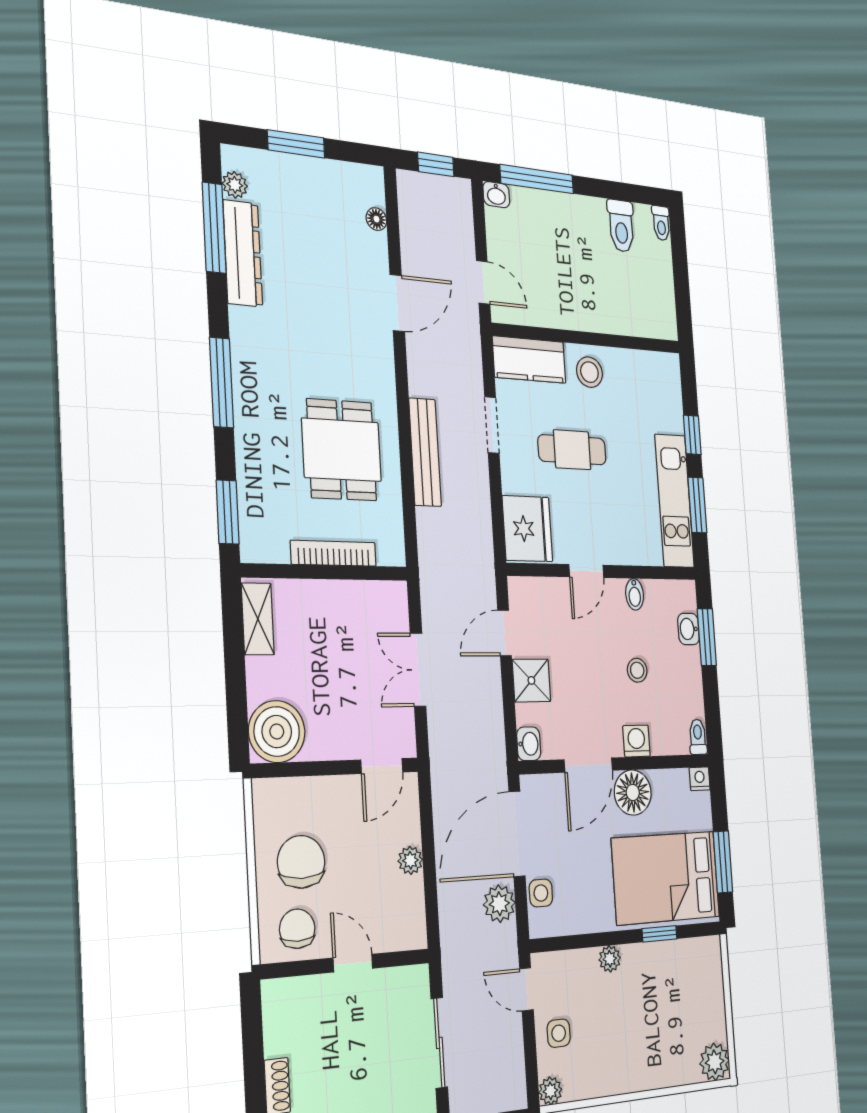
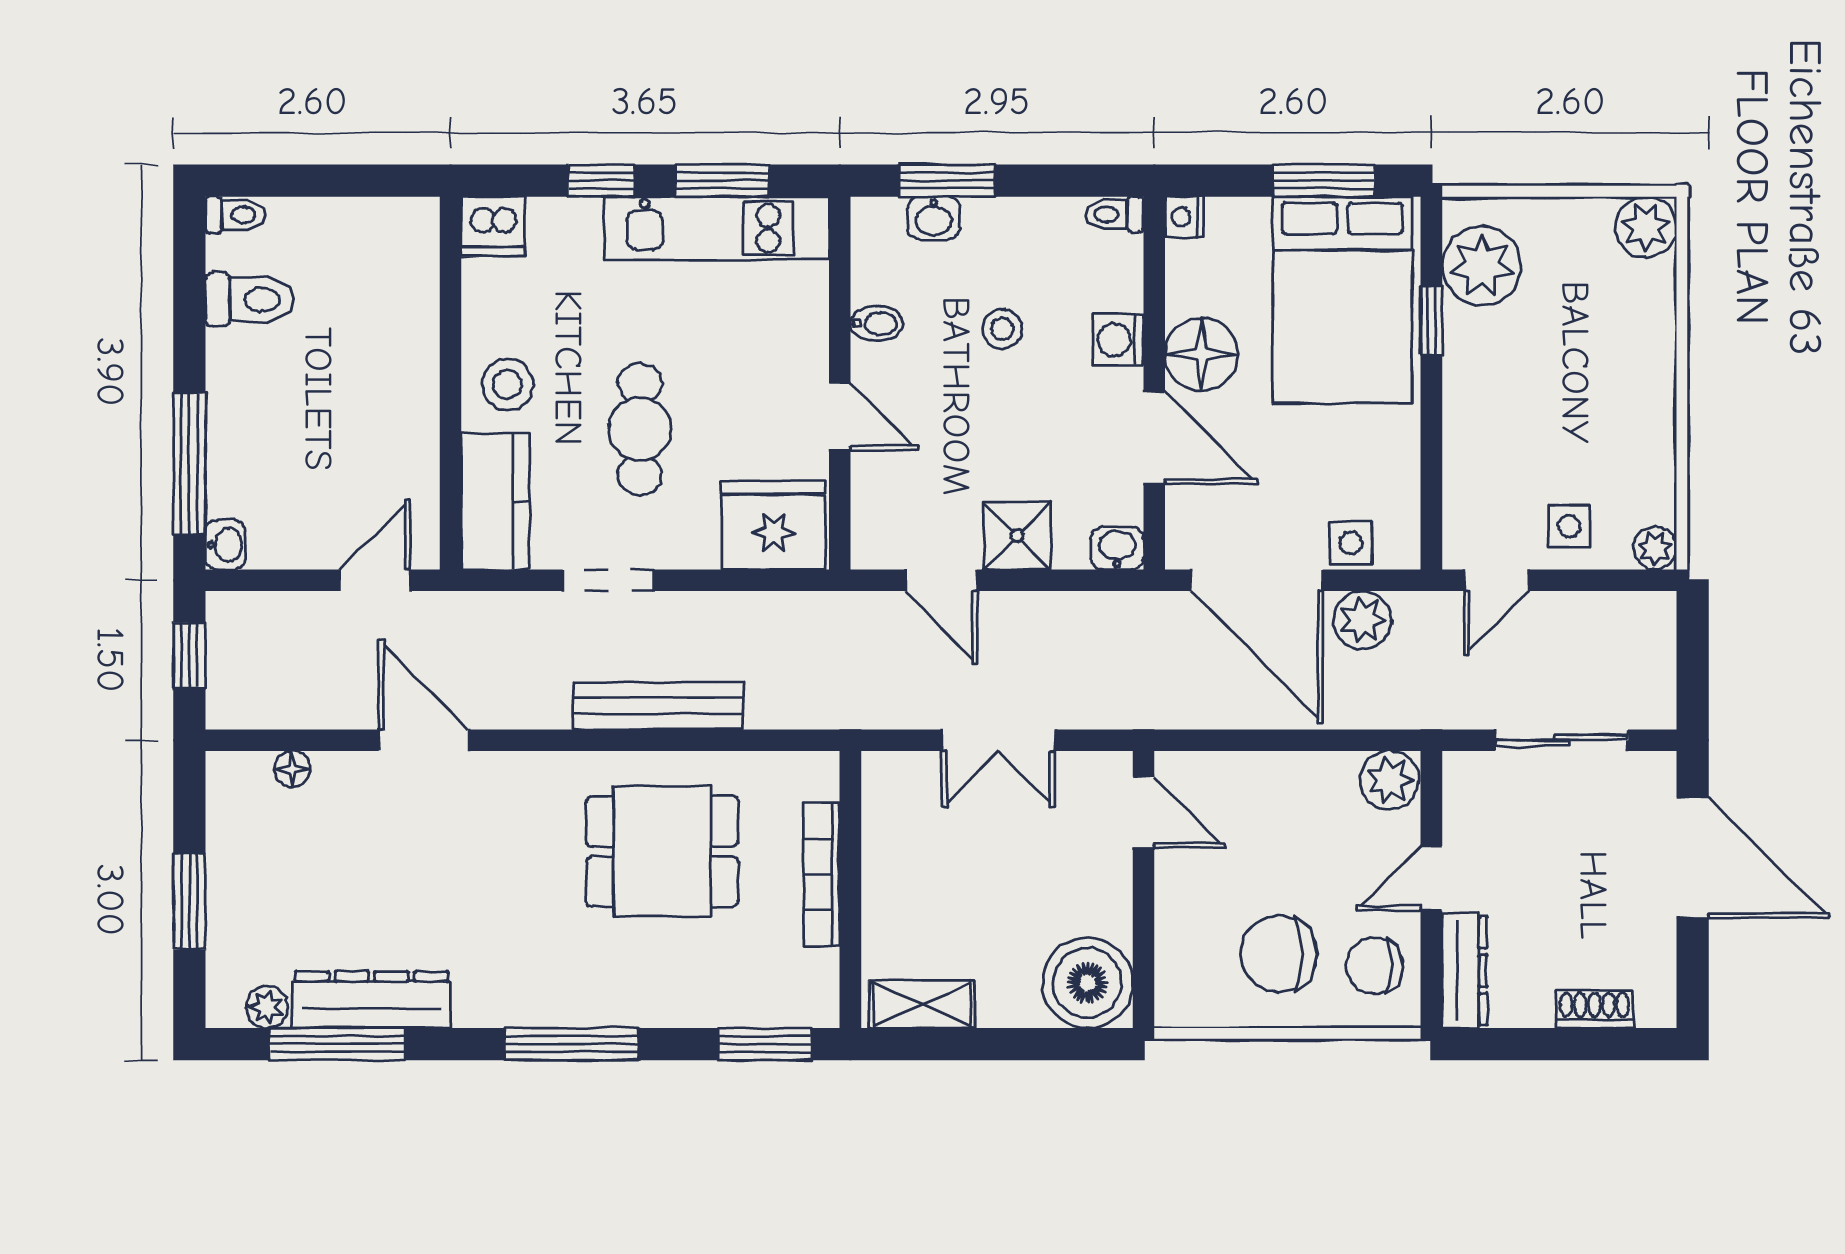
dishwasher: (666, 370) -> (493, 226), added
plant: (410, 860) -> (1389, 780), moved, width x1.38, depth x1.38
plant: (610, 959) -> (1482, 266), moved, width x1.88, depth x1.88
dresser: (297, 992) -> (1464, 971), added

